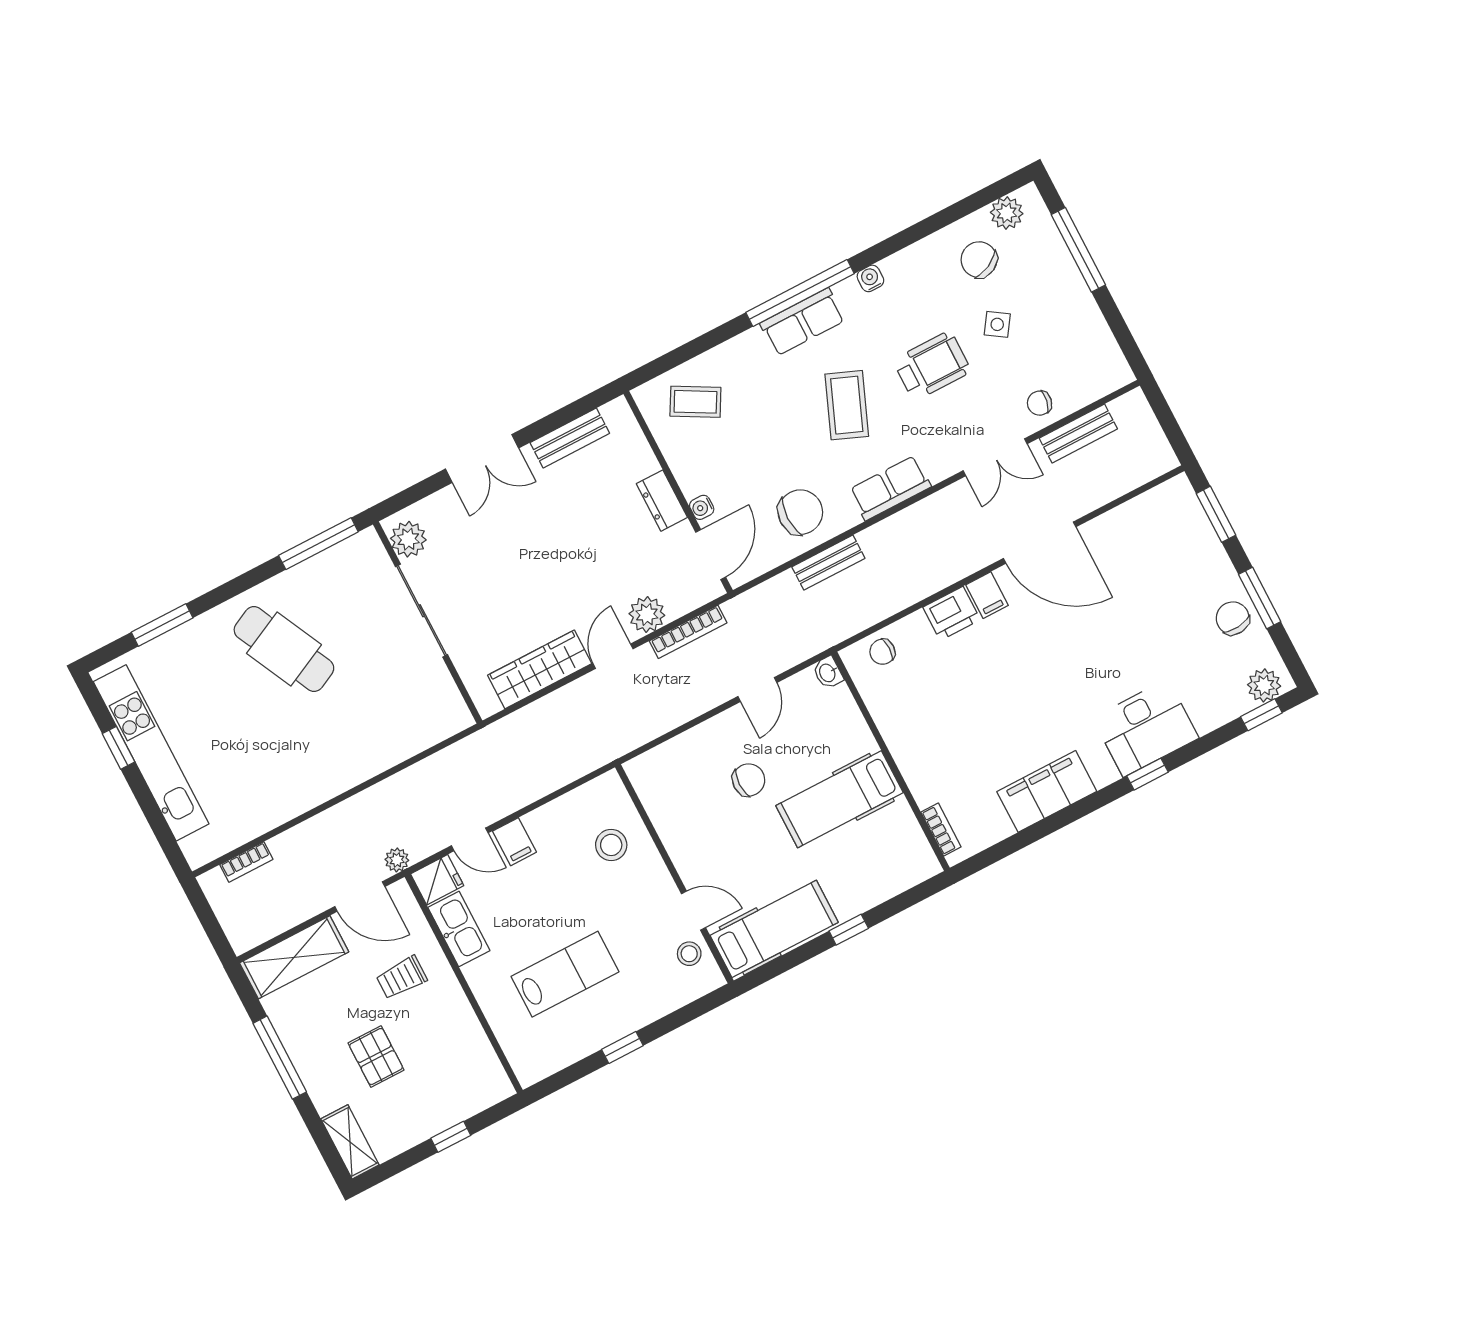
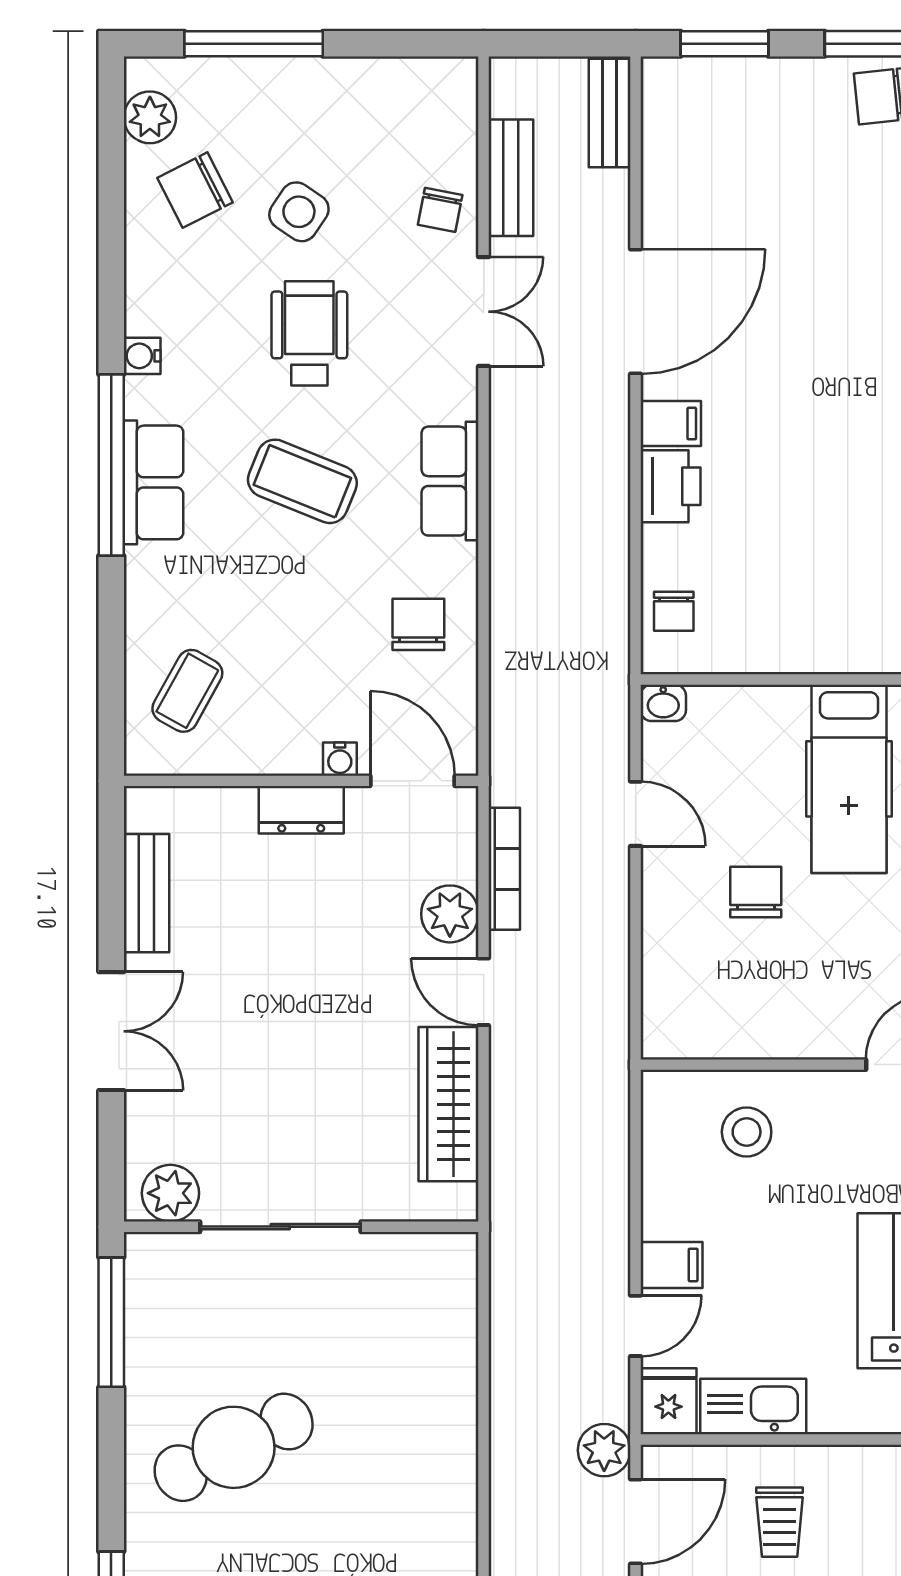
side table: (997, 324) -> (299, 212), width x1.37, depth x1.37
chair: (800, 512) -> (418, 624), width x0.73, depth x0.73
bench: (828, 563) -> (610, 113), moved
plant: (397, 860) -> (604, 1450), width x1.38, depth x1.38

